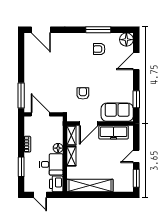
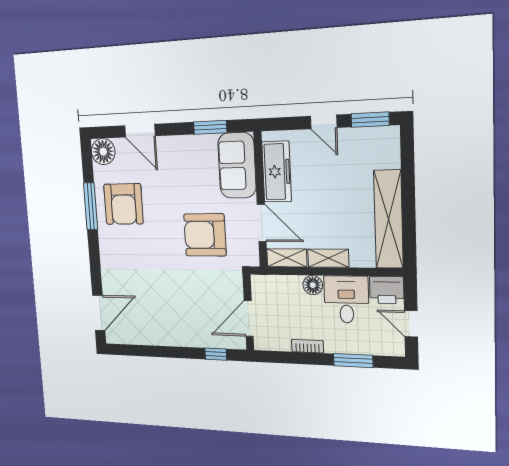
armchair: (99, 49) -> (123, 204), width x1.88, depth x1.88
armchair: (83, 93) -> (205, 235), width x1.88, depth x1.88
window: (21, 95) -> (216, 354), width x0.46
door: (40, 195) -> (411, 324), swing flipped

